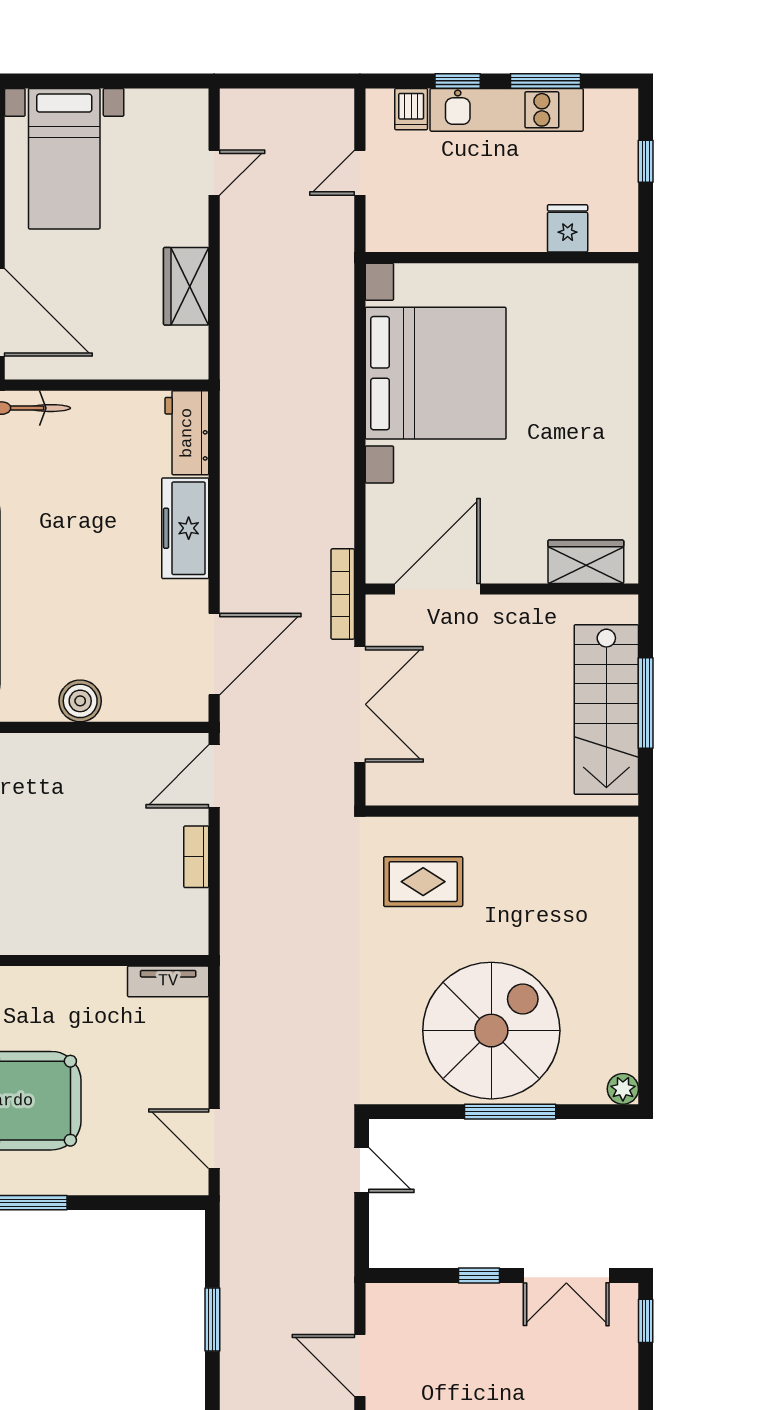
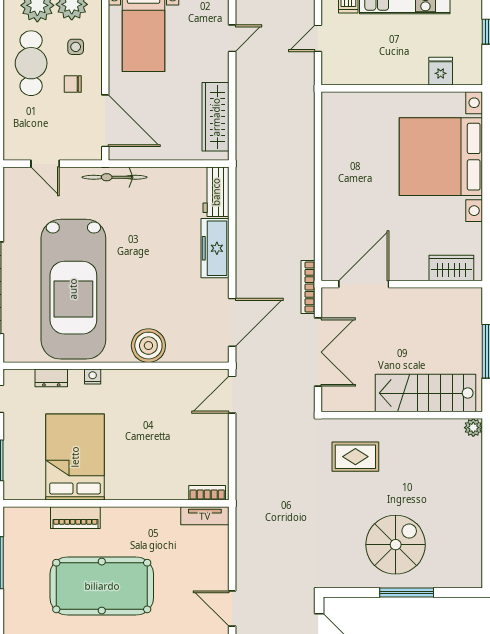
wardrobe: (186, 286) -> (216, 117), width x1.50
bed with nightstands: (436, 373) -> (441, 157), moved, turned 180
boiler: (80, 701) -> (148, 346), width x1.37, depth x1.37
stairs: (606, 709) -> (426, 393), moved, turned 90
bookcase: (196, 857) -> (207, 493), moved, turned 90
spiral stairs: (491, 1031) -> (396, 545), width x0.73, depth x0.73
plant: (623, 1089) -> (473, 428), moved

